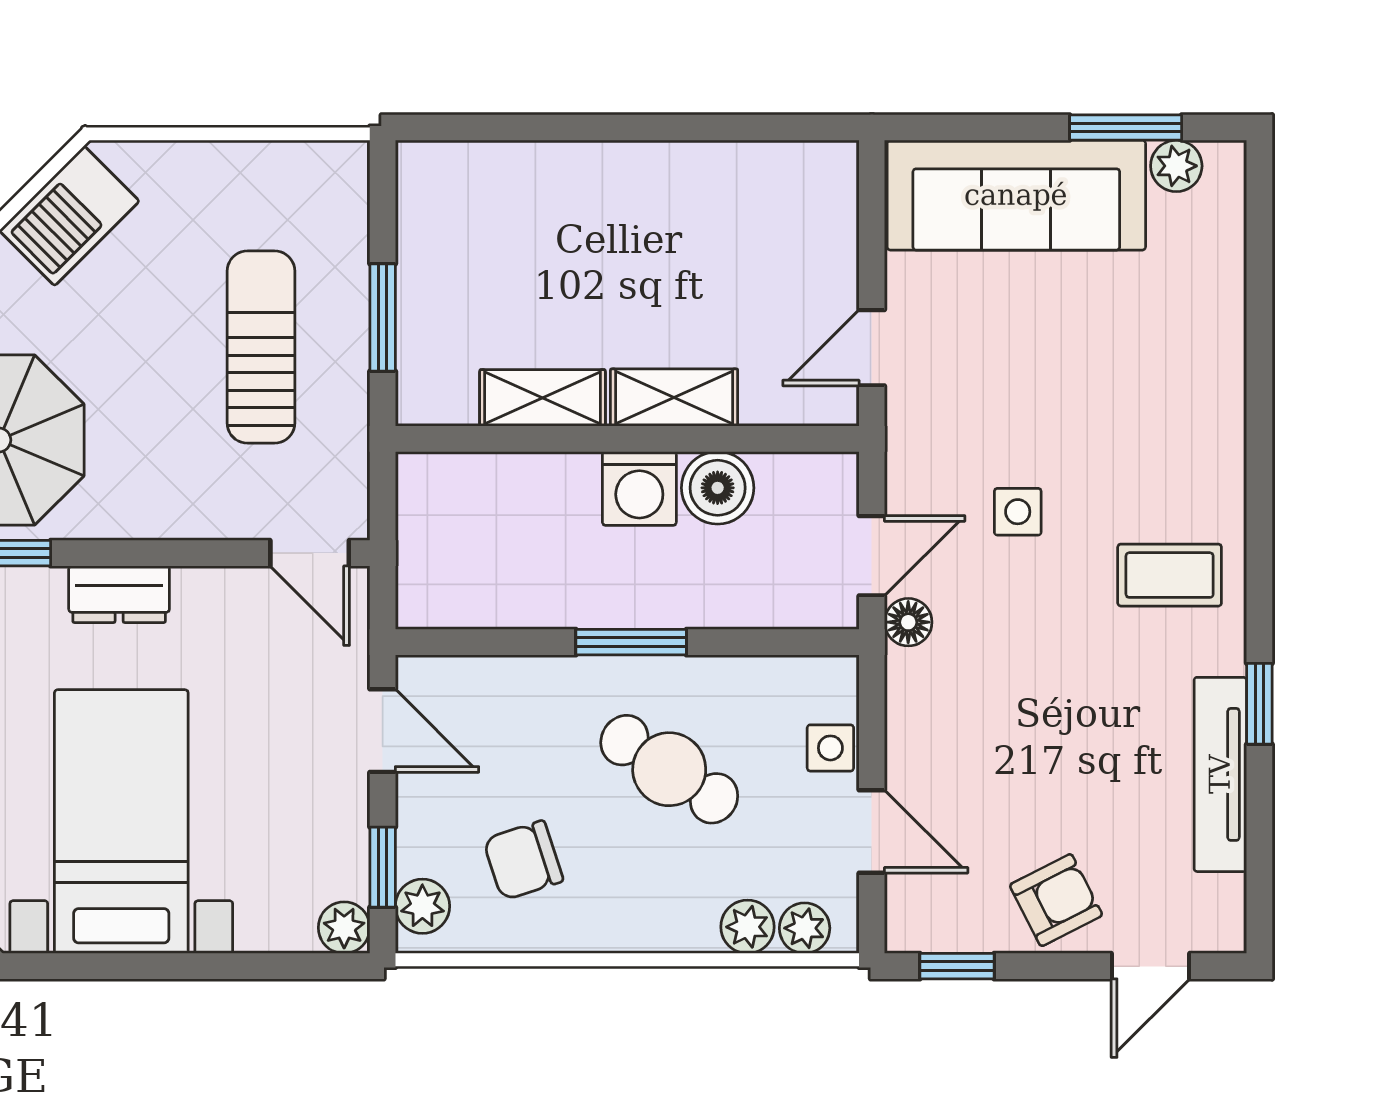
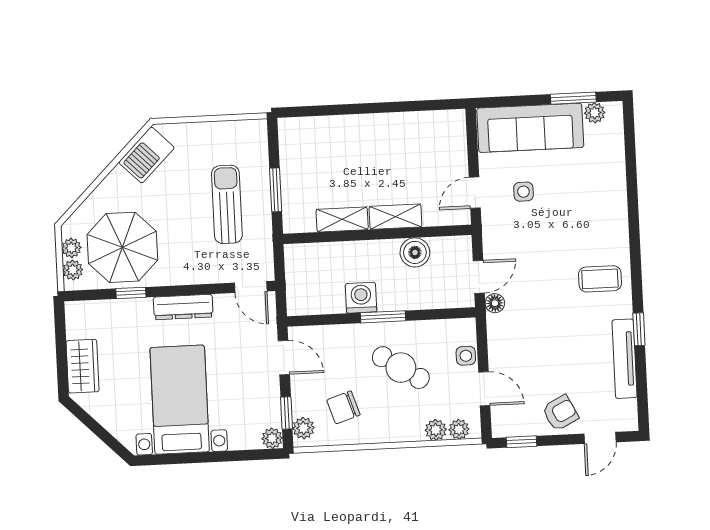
washing machine: (639, 488) -> (361, 298), moved, turned 180
side table: (1018, 512) -> (523, 192), moved
dresser: (119, 594) -> (183, 307), width x1.44

